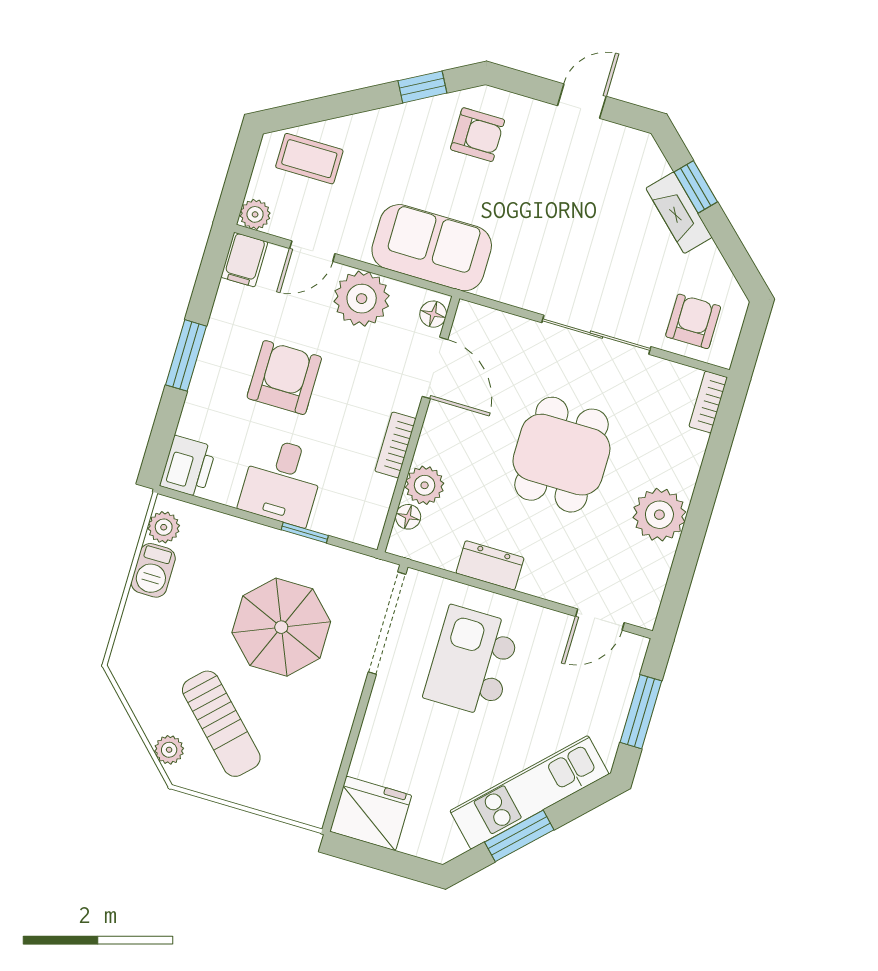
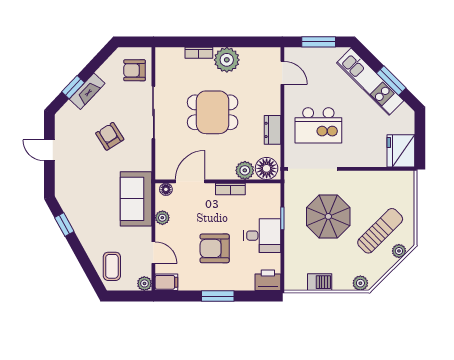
armchair: (478, 135) -> (110, 136), moved, turned -32
plant: (362, 299) -> (162, 218), width x0.53, depth x0.53
bookcase: (708, 402) -> (199, 53), moved
floor lamp: (408, 517) -> (267, 168), width x1.89, depth x1.89
plant: (164, 527) -> (360, 283), moved

